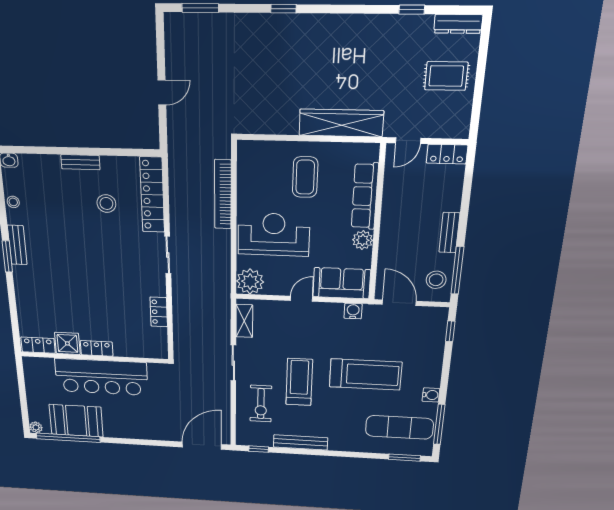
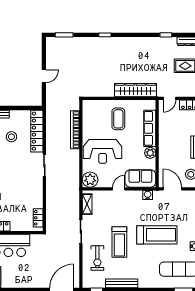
reception desk: (274, 235) -> (103, 151), turned 180
locker: (159, 312) -> (38, 218), moved
treadmill: (299, 382) -> (119, 242), turned 180

